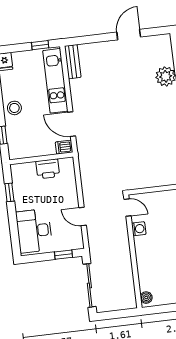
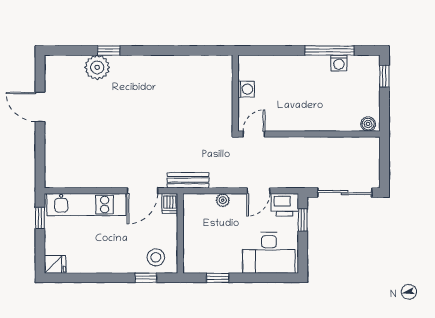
bench: (73, 62) -> (188, 180), moved
stool: (14, 108) -> (156, 257), moved
printer: (48, 169) -> (285, 205), moved, turned 90
plant: (72, 189) -> (223, 200), added
washing machine: (139, 229) -> (246, 89), moved, turned 90

